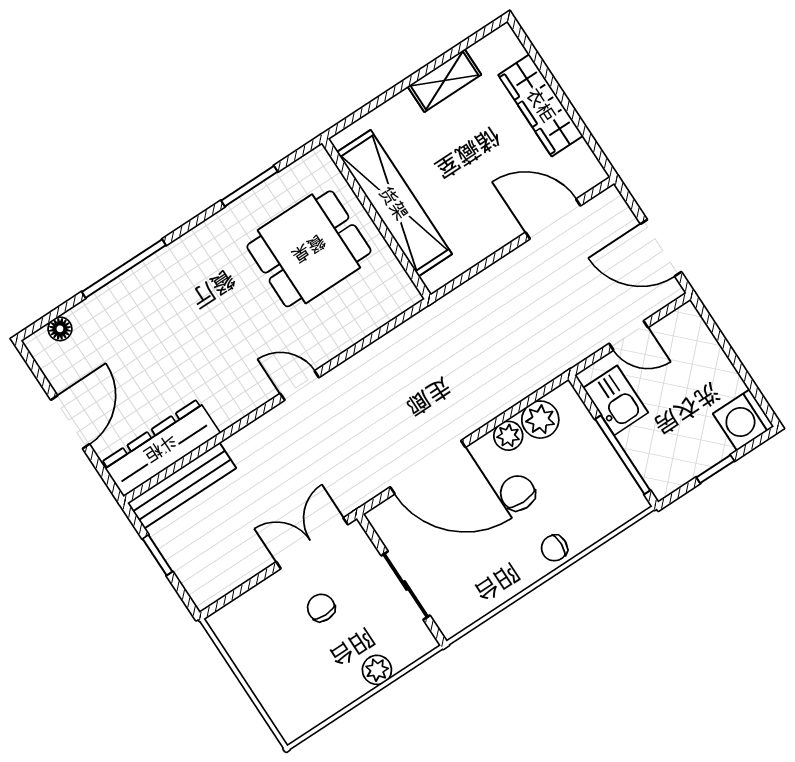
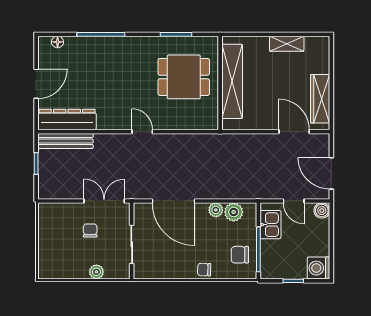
wardrobe: (541, 105) -> (320, 99), moved
boiler: (686, 320) -> (322, 211), added
chair: (518, 493) -> (240, 255), moved, turned -90

